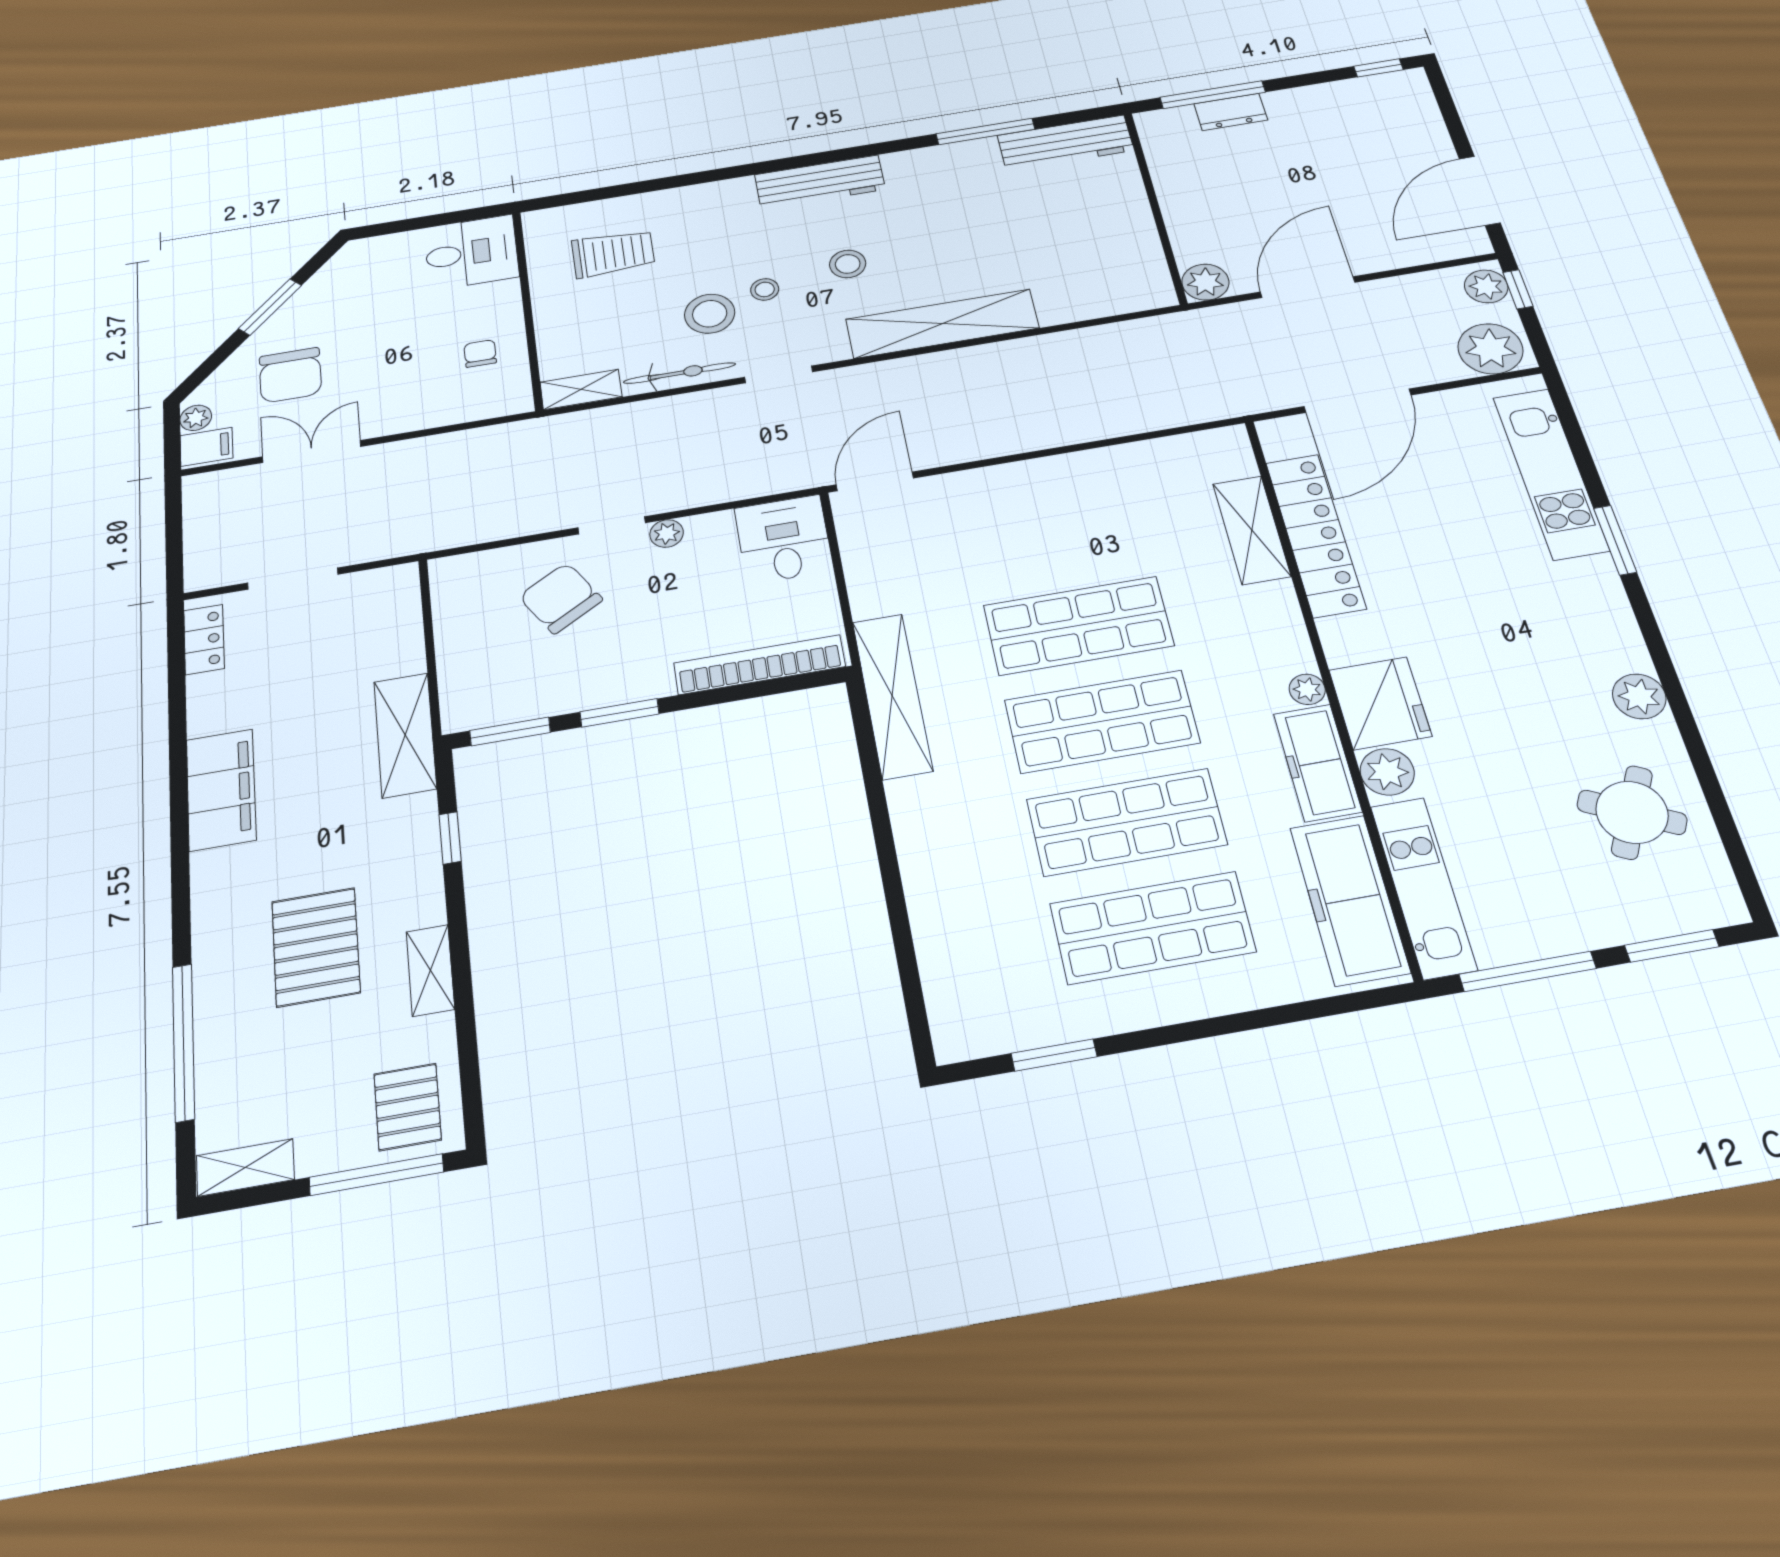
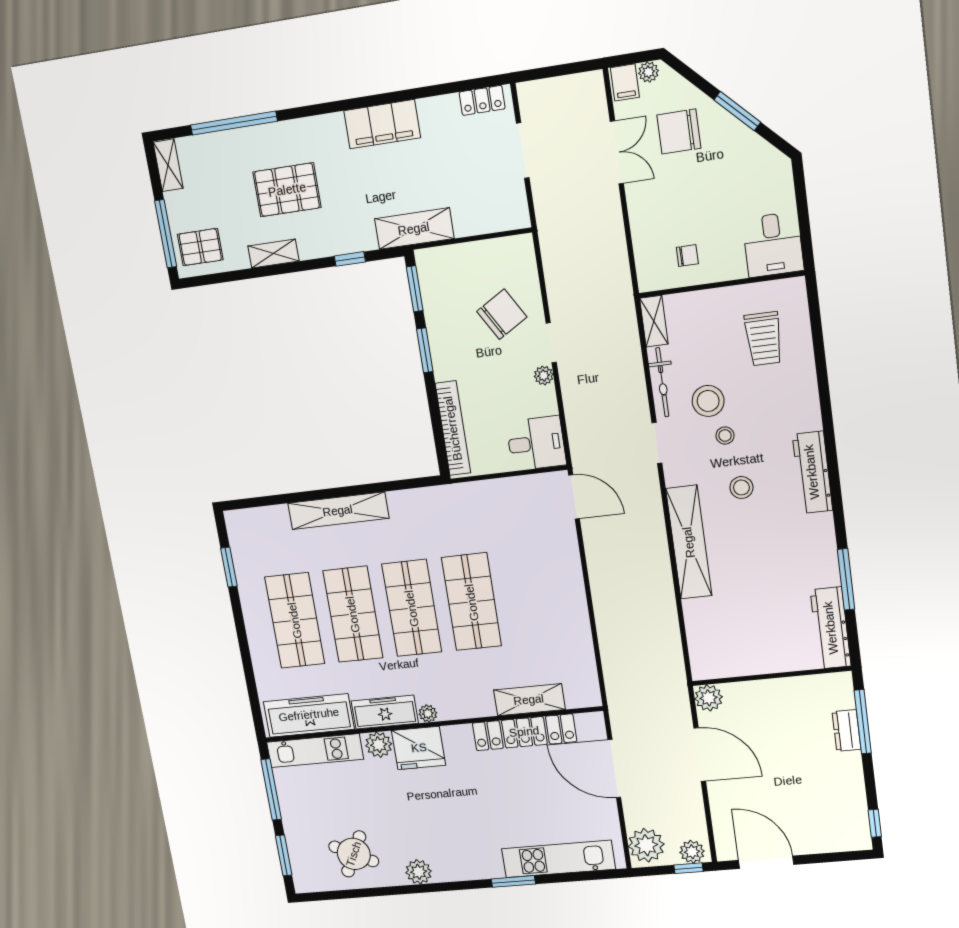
shelving: (892, 696) -> (338, 511), moved

